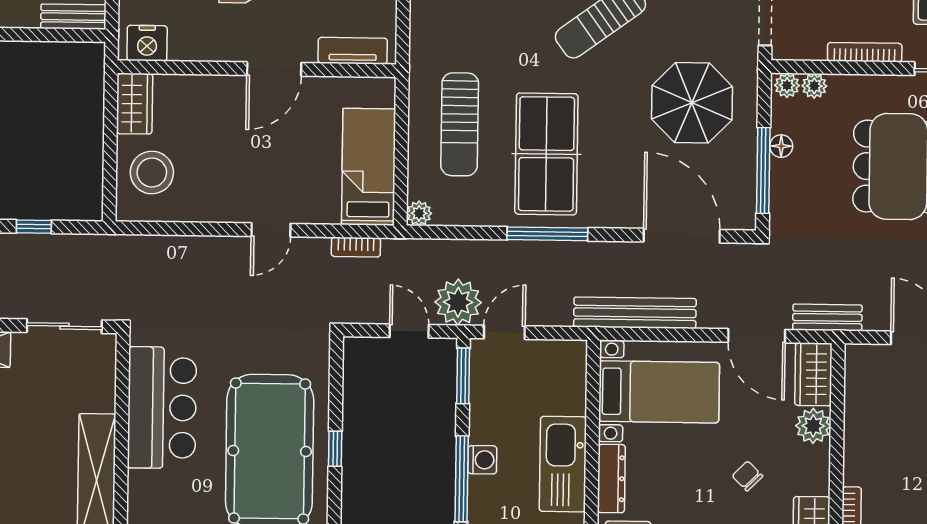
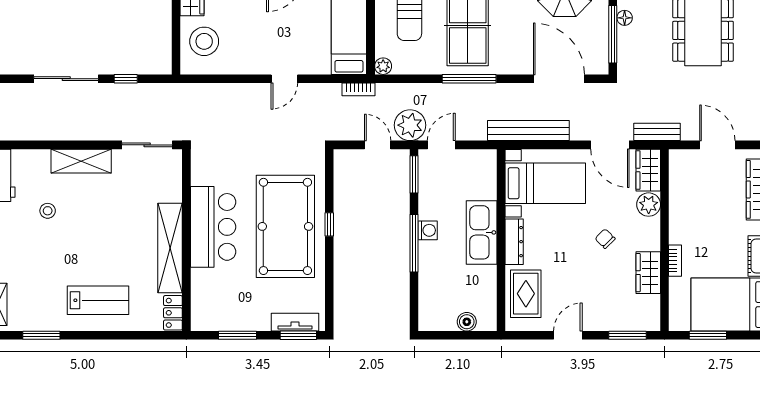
bookcase: (356, 247) -> (359, 89), moved
bar counter: (162, 408) -> (213, 227), moved

